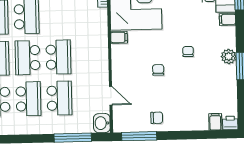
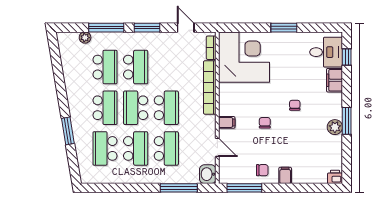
filing cabinet: (227, 19) -> (335, 80), width x2.00
bookcase: (102, 36) -> (210, 87), added
filing cabinet: (119, 37) -> (227, 122), moved
plant: (229, 56) -> (335, 127), moved
filing cabinet: (215, 122) -> (285, 175), moved

